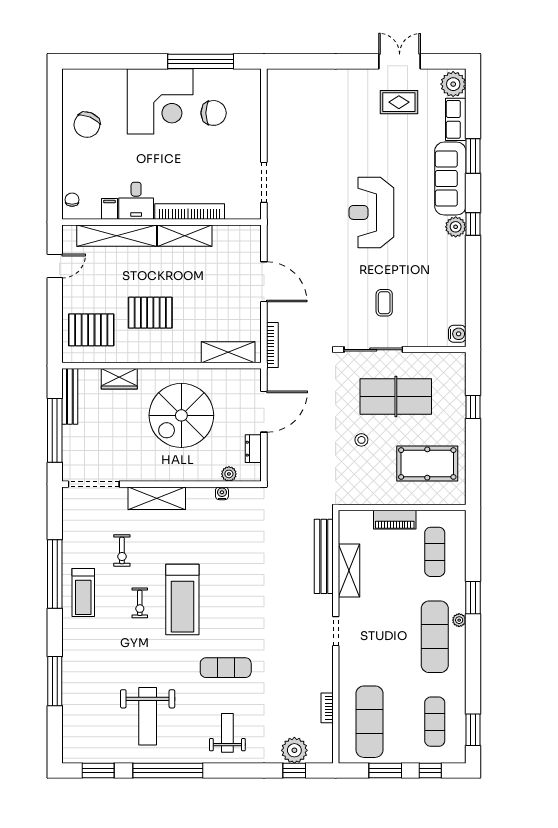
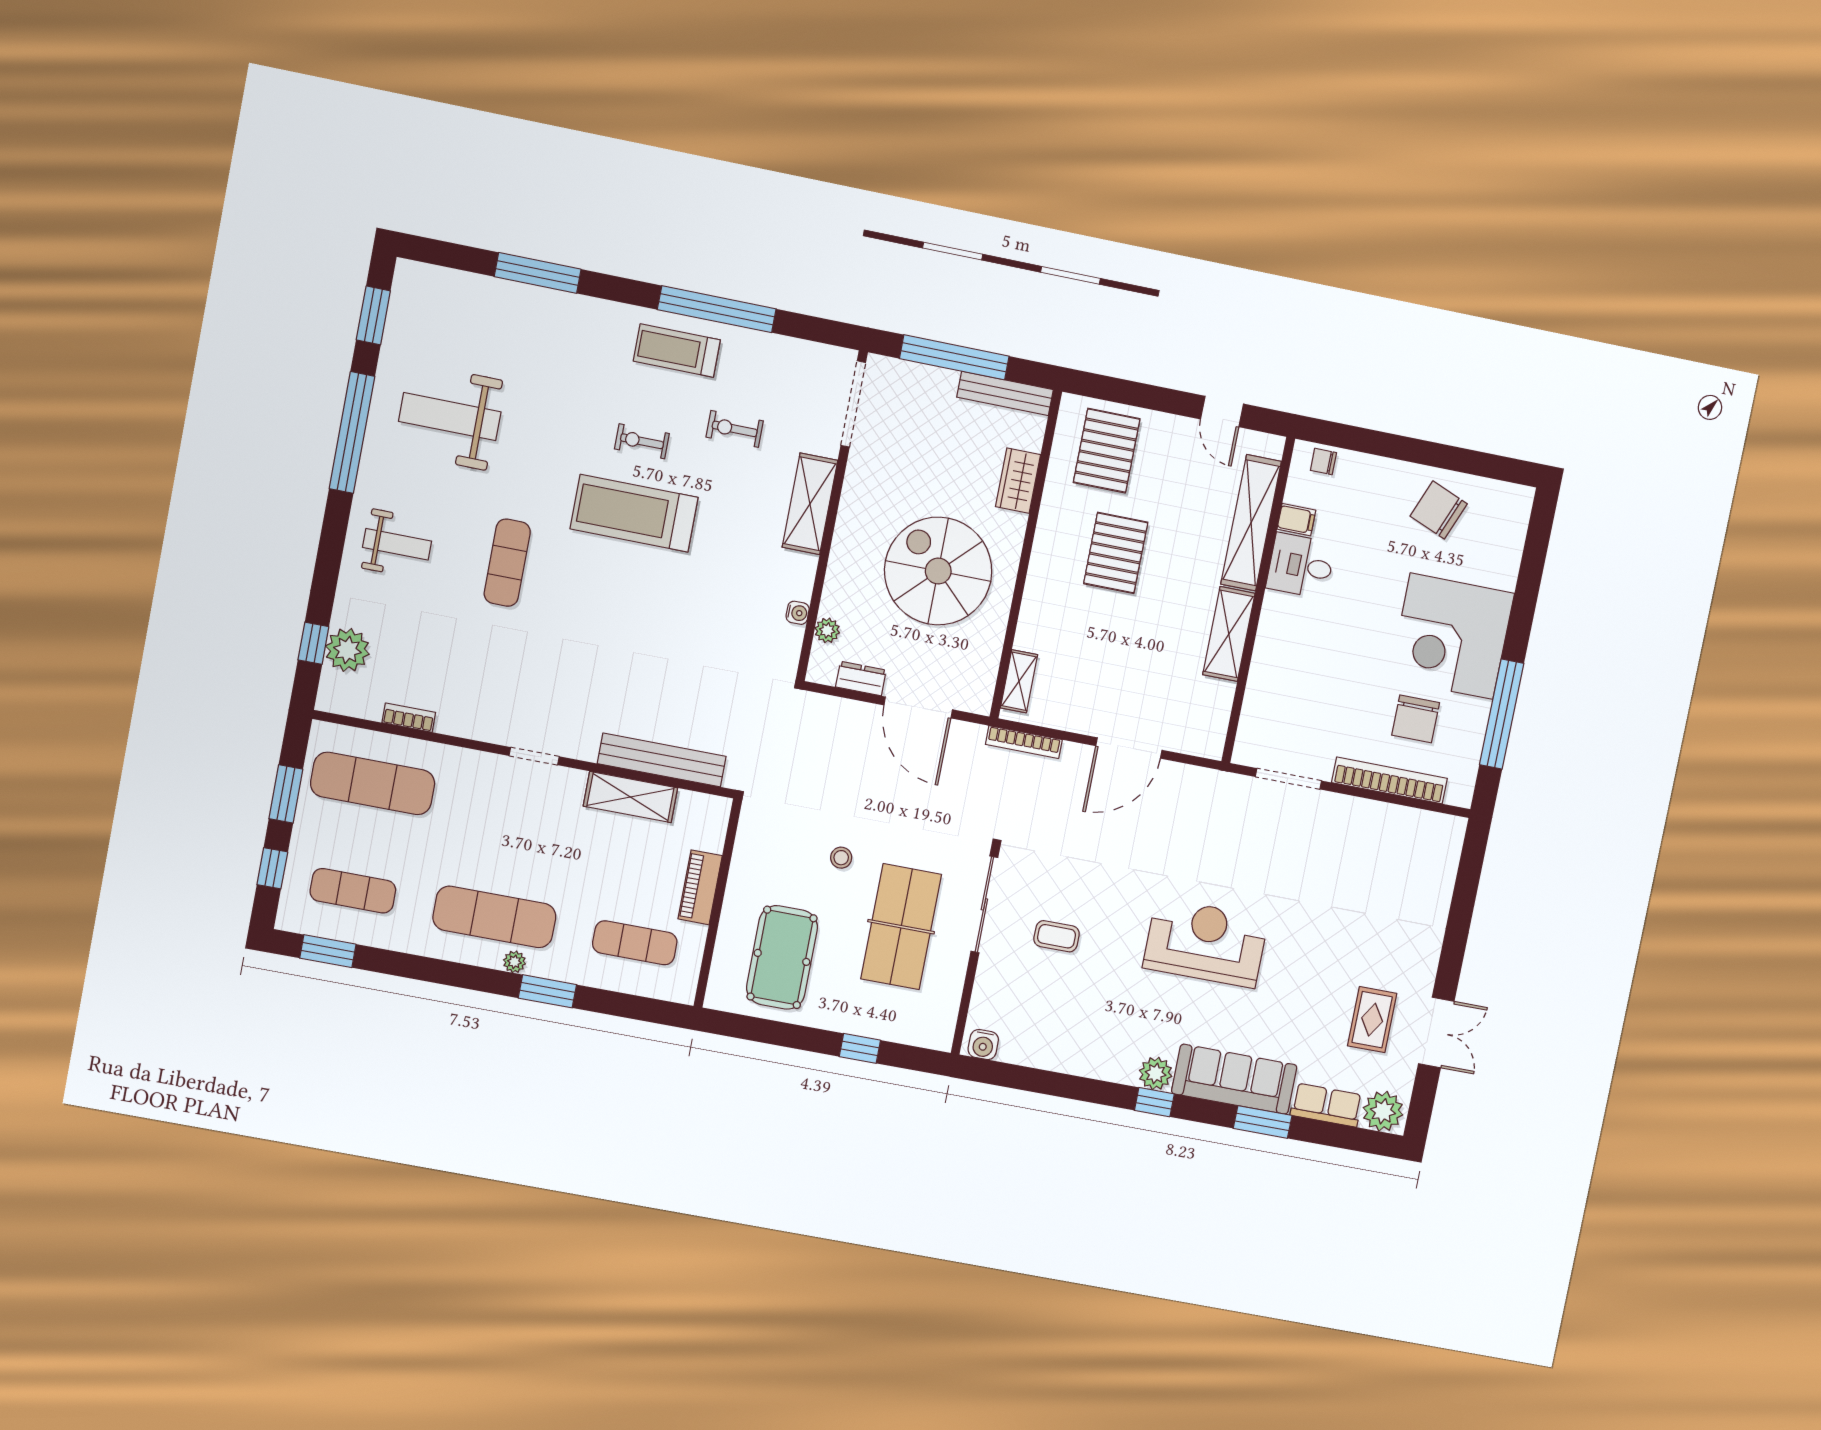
chair: (72, 200) -> (1323, 461), turned 180
bookcase: (190, 211) -> (1389, 780), moved, turned -90
shelving: (228, 352) -> (1019, 681), width x0.67, depth x0.75

